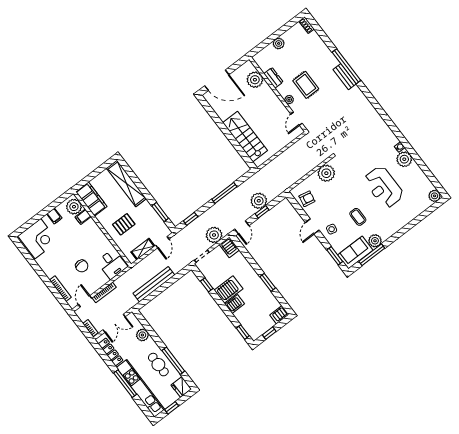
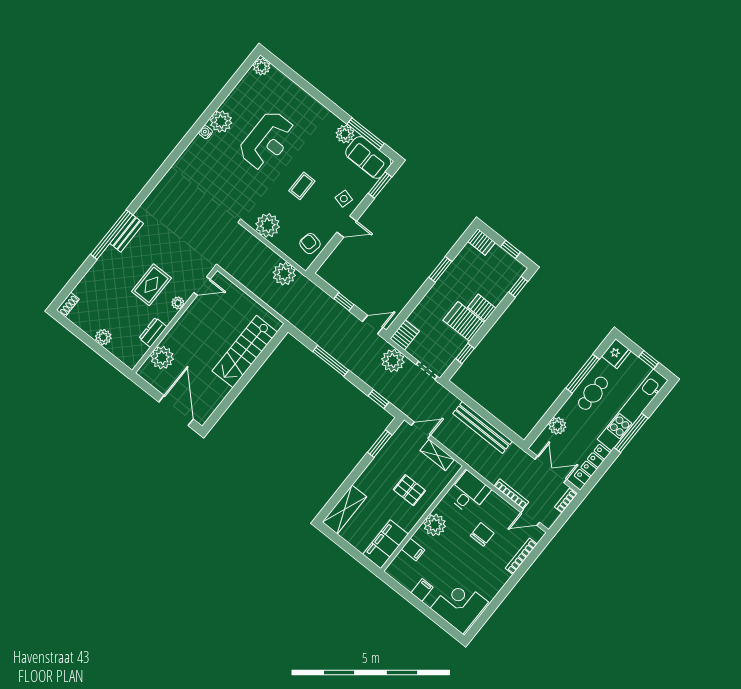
shelving: (126, 183) -> (344, 509), width x0.68
plant: (259, 201) -> (284, 274), moved
plant: (74, 207) -> (435, 525), moved
coffee table: (358, 217) -> (302, 186), moved

